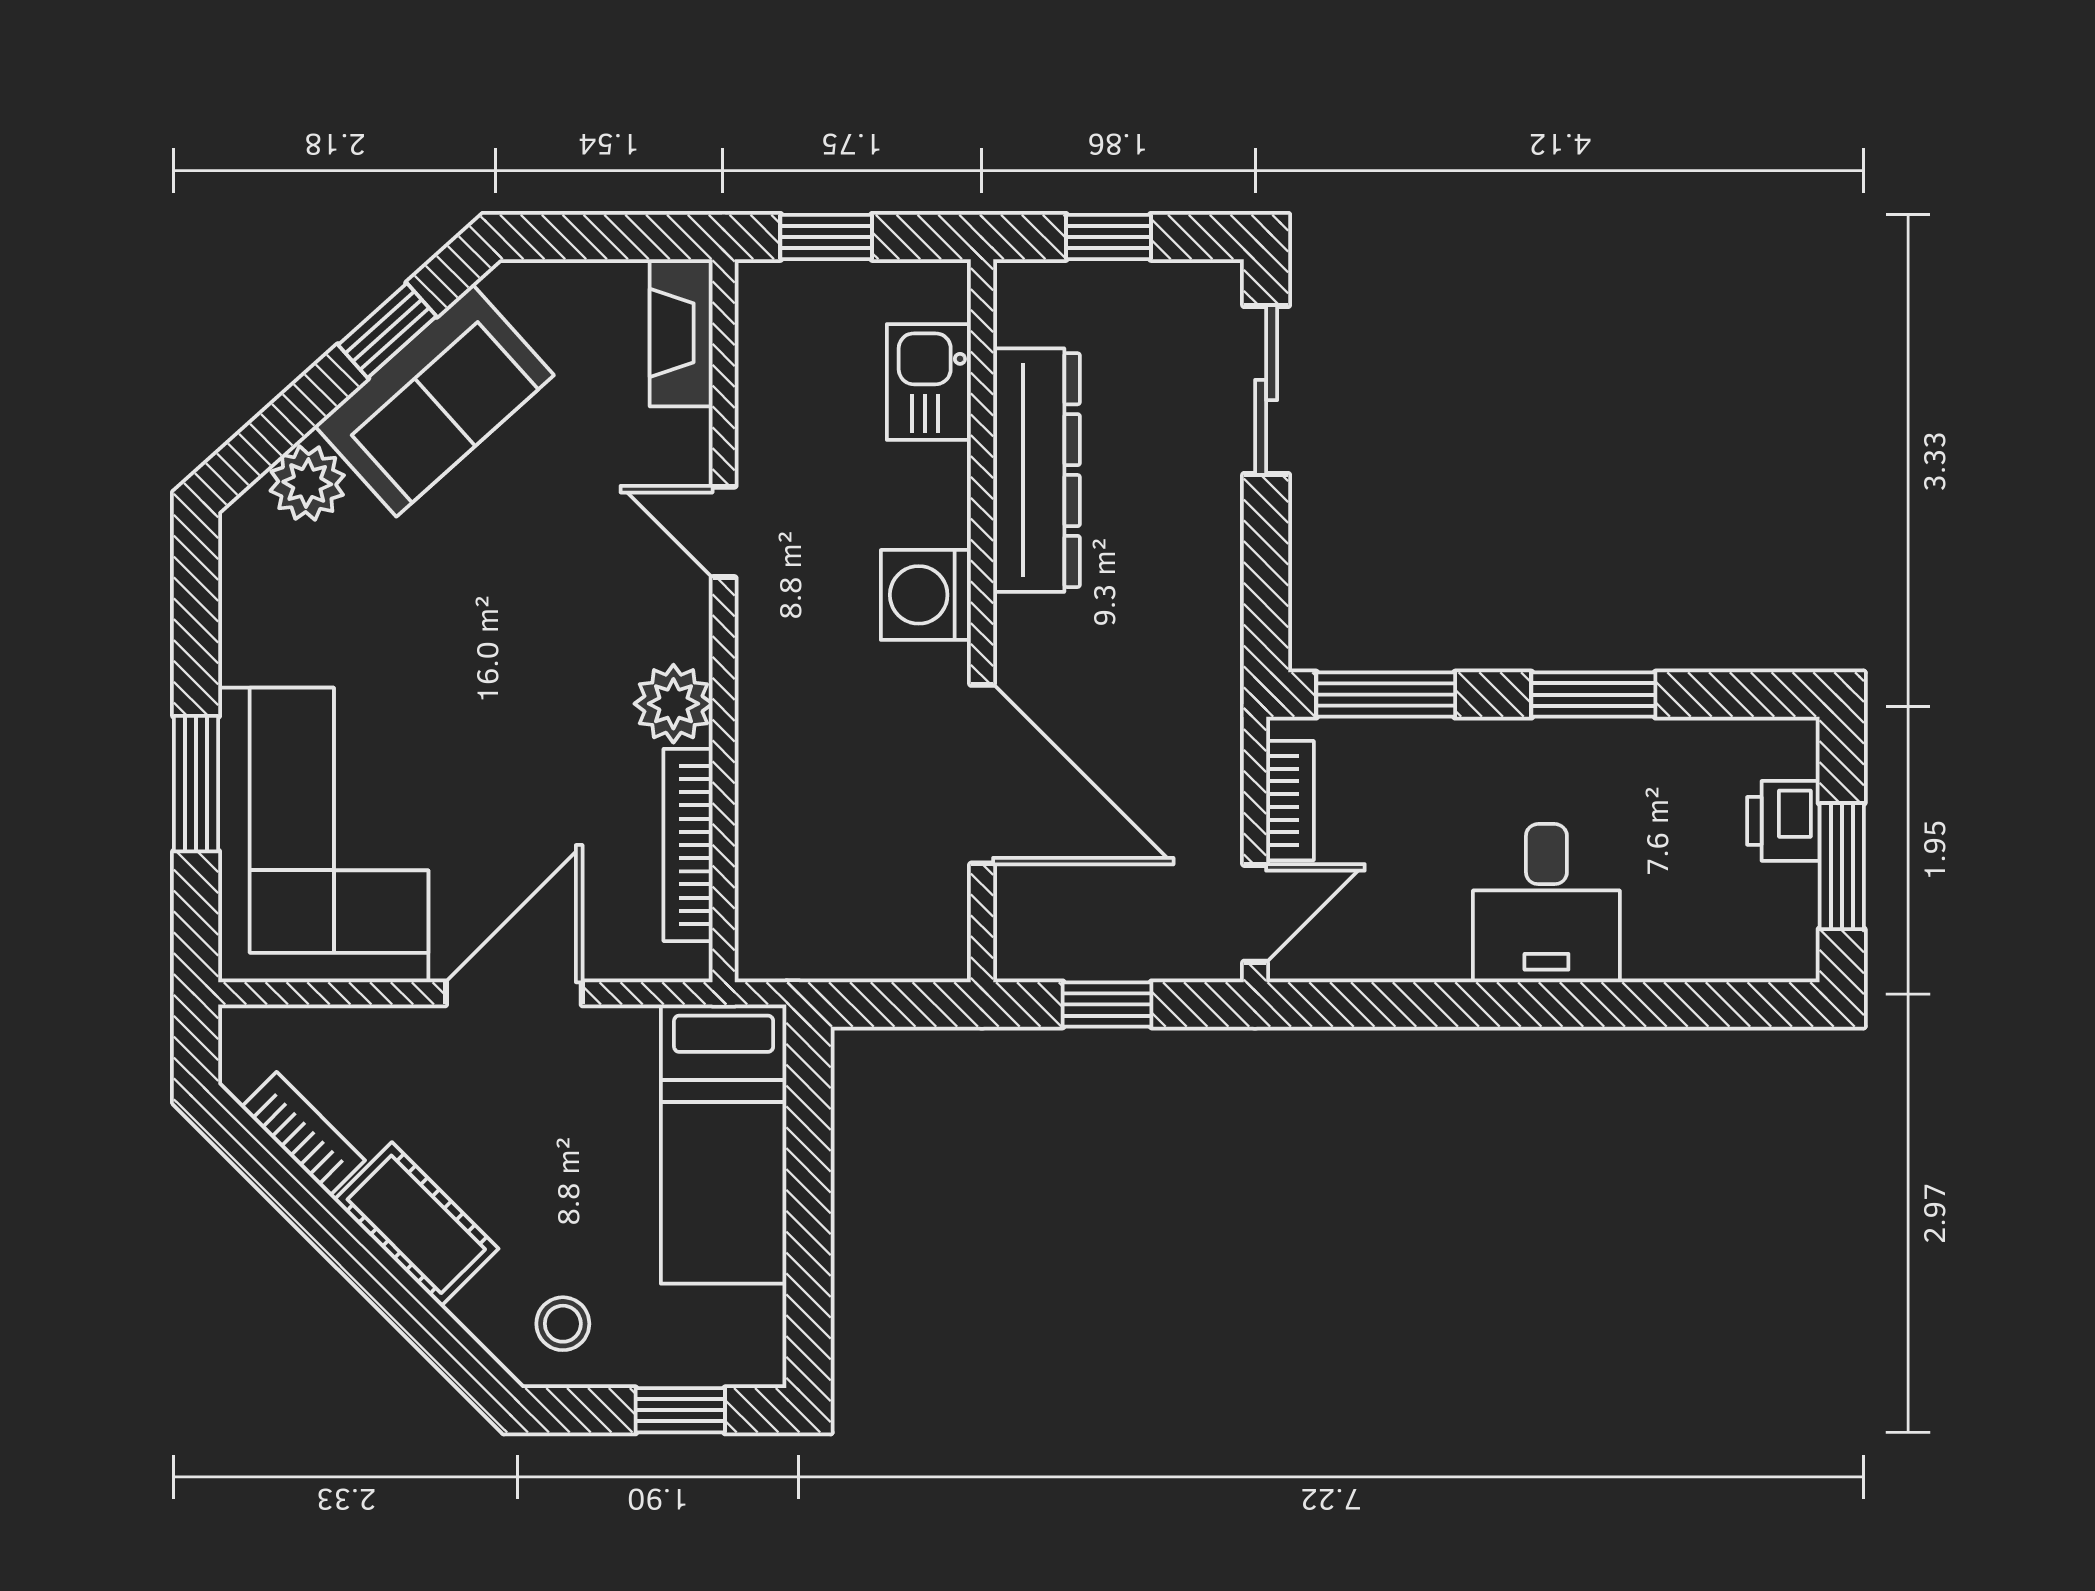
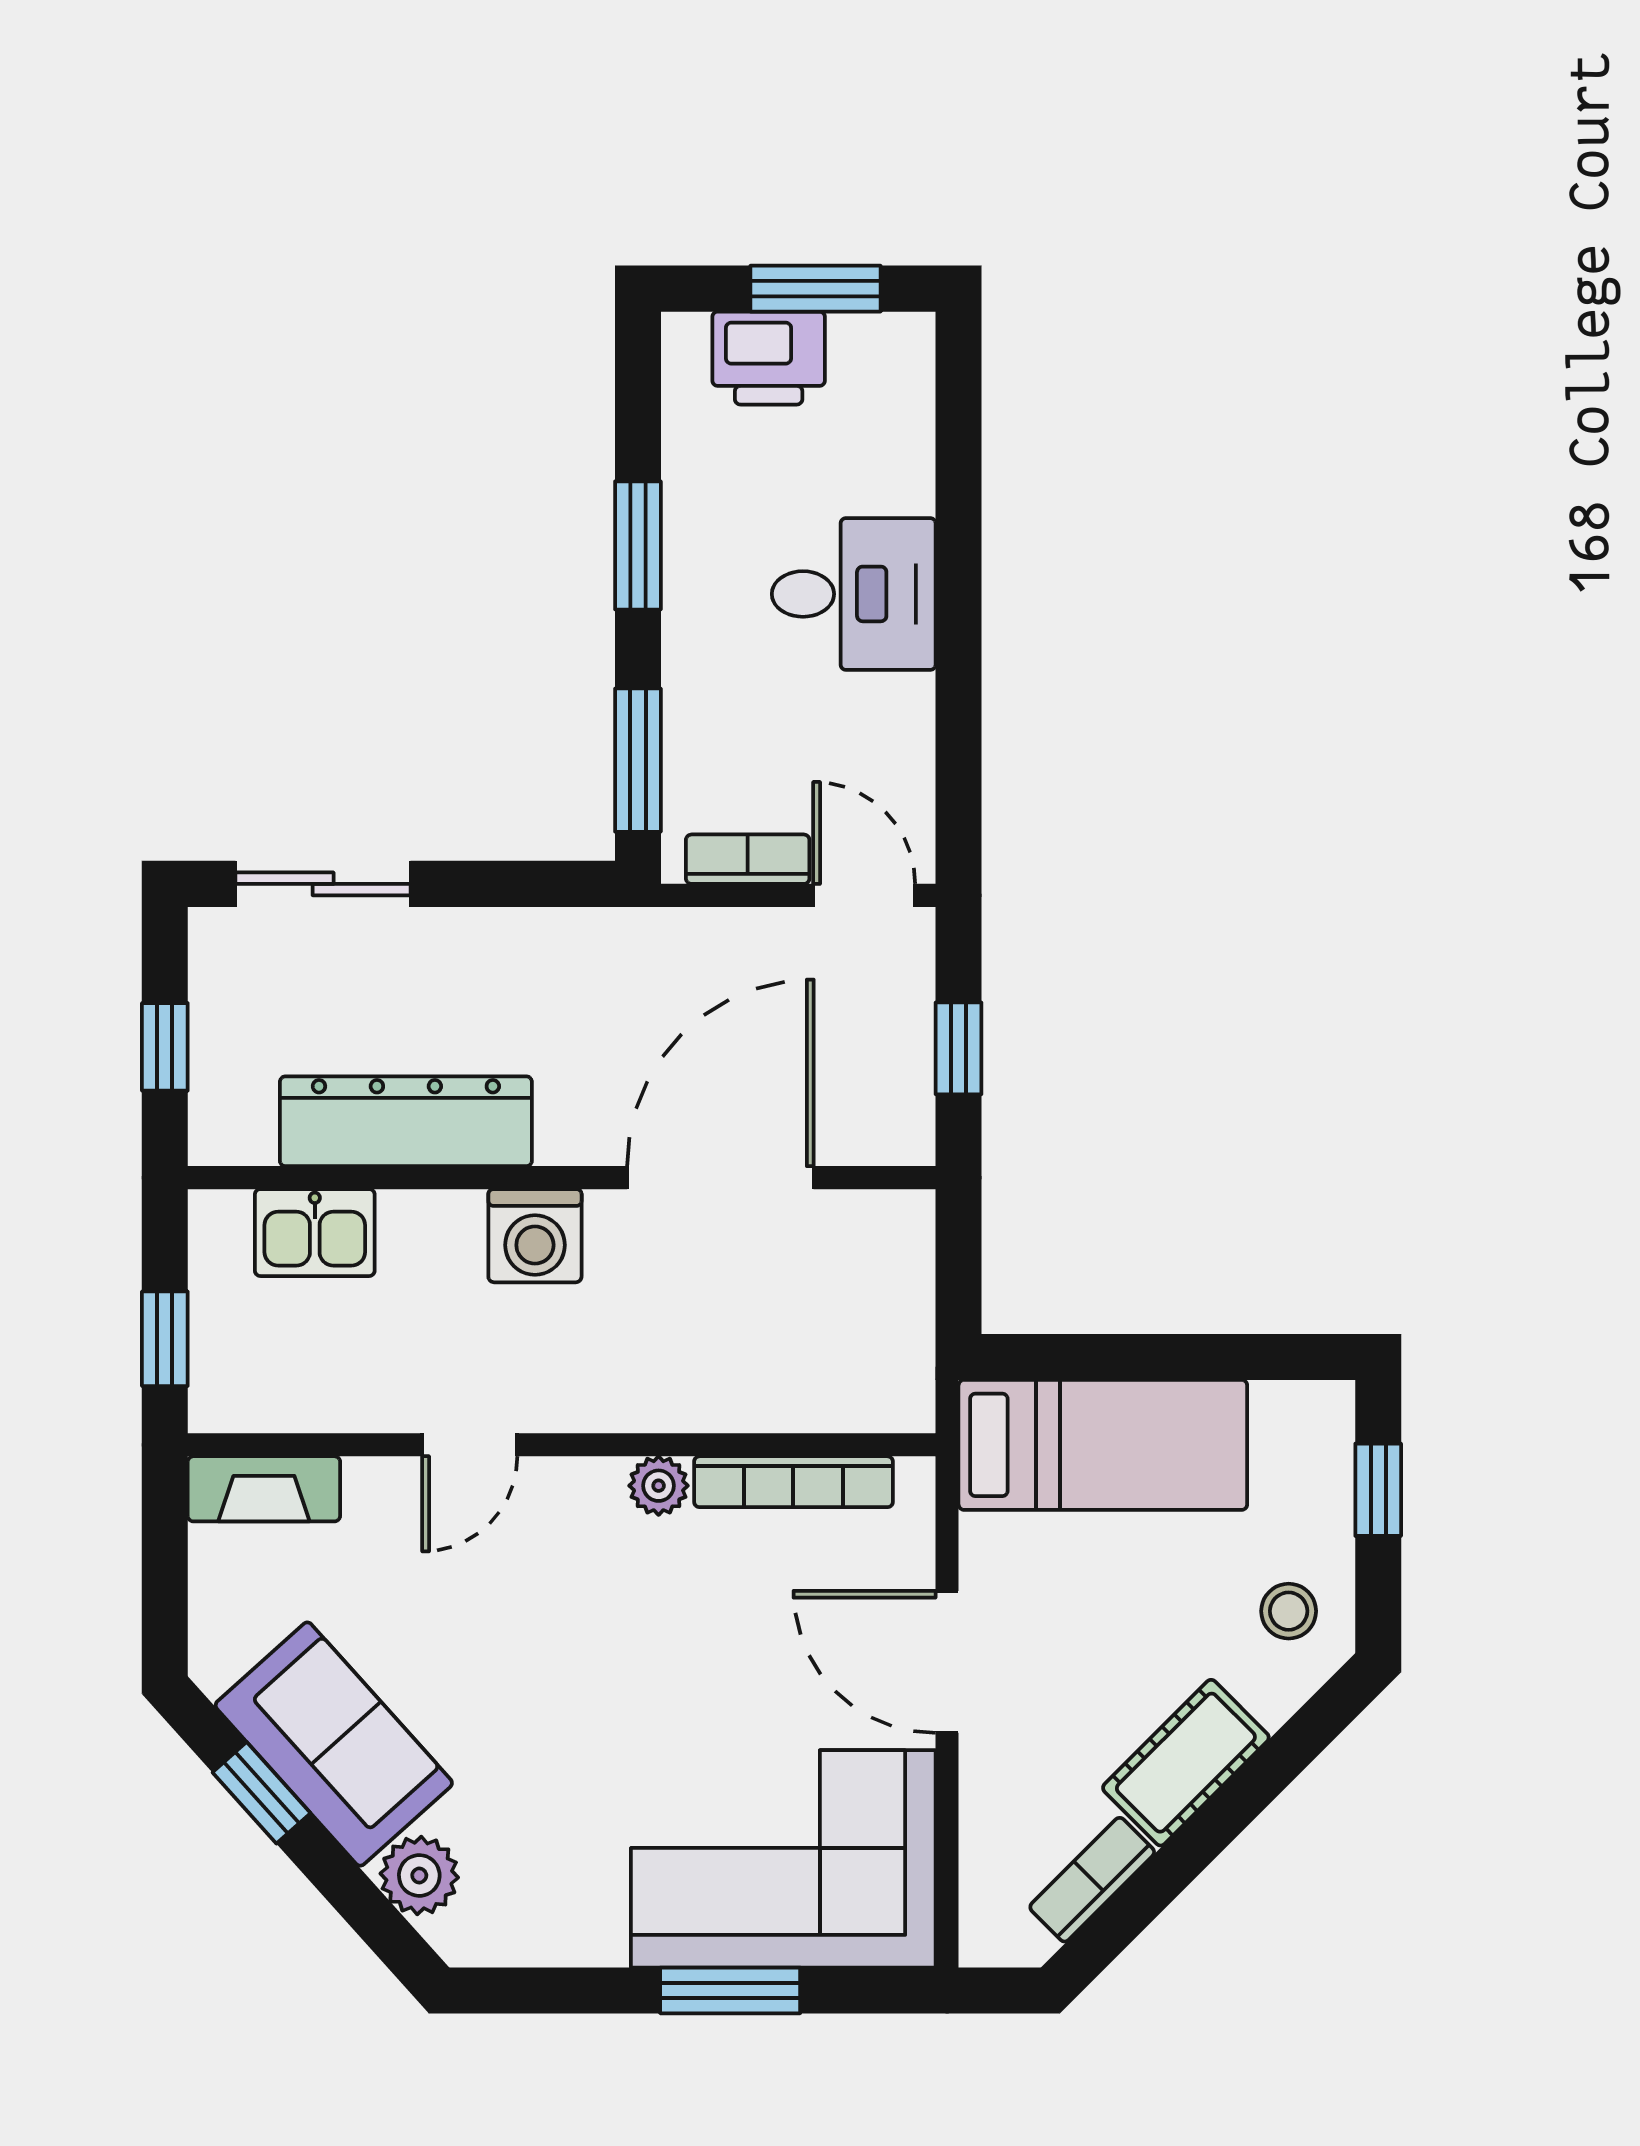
plant: (673, 704) -> (659, 1486), width x0.73, depth x0.73
printer: (1783, 821) -> (769, 358), width x1.36, depth x1.24

